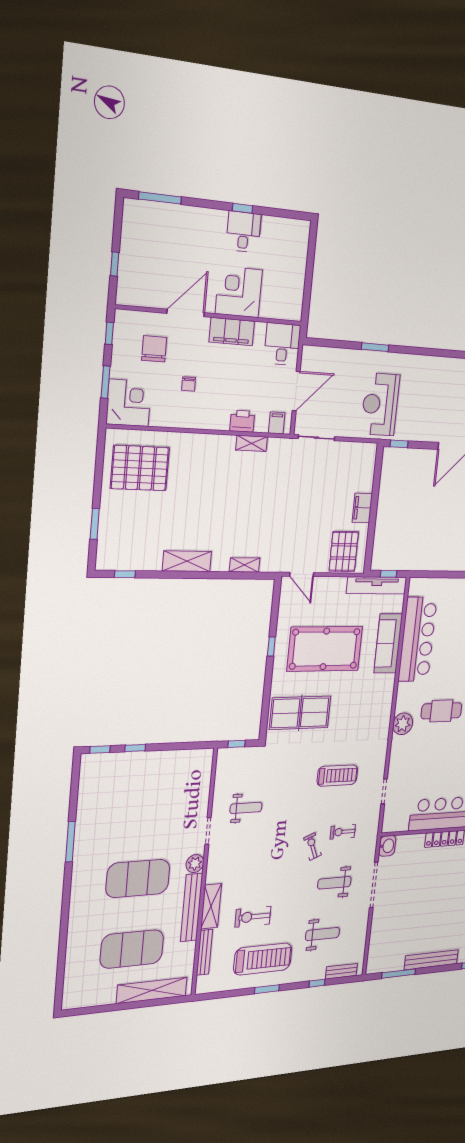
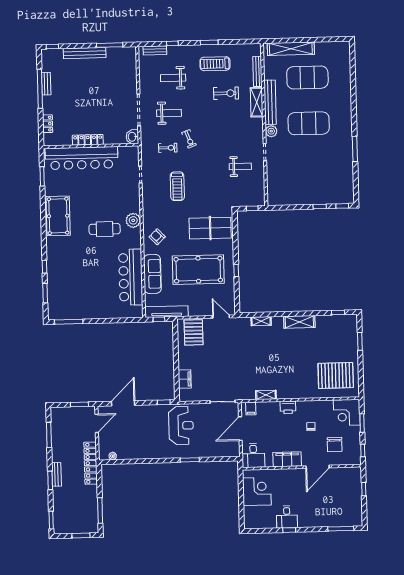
corner desk: (239, 292) -> (257, 491), moved, turned -90
printer: (242, 421) -> (288, 407), moved
filing cabinet: (362, 508) -> (185, 379), moved
armchair: (374, 699) -> (157, 237), added
treadmill: (337, 776) -> (177, 186), turned -90
weight bench: (246, 808) -> (240, 166), turned 180
treadmill: (263, 959) -> (215, 64), width x0.73, depth x0.73

